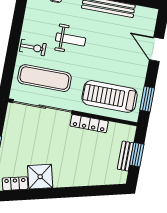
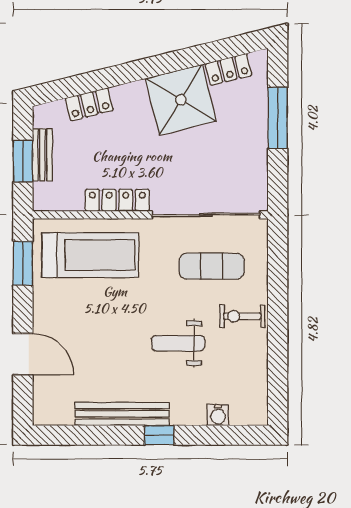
exercise mat: (44, 78) -> (212, 266), width x0.73, depth x0.69
shower: (40, 177) -> (181, 100), width x1.37, depth x1.37
locker: (95, 179) -> (89, 104), added

